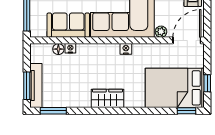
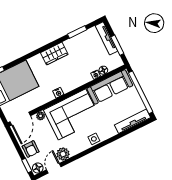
sofa: (68, 25) -> (110, 87), width x1.36
window: (27, 86) -> (117, 45), moved
window: (53, 111) -> (77, 32), moved

